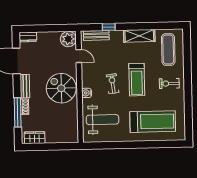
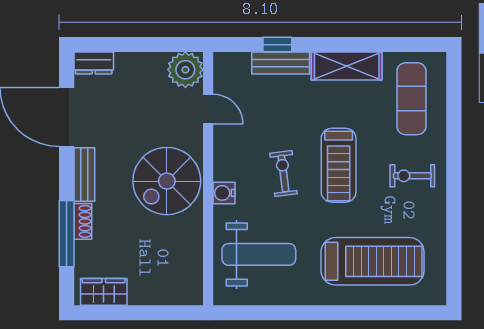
bench: (96, 35) -> (281, 63), moved
spiral stairs: (61, 88) -> (167, 181), turned -90

